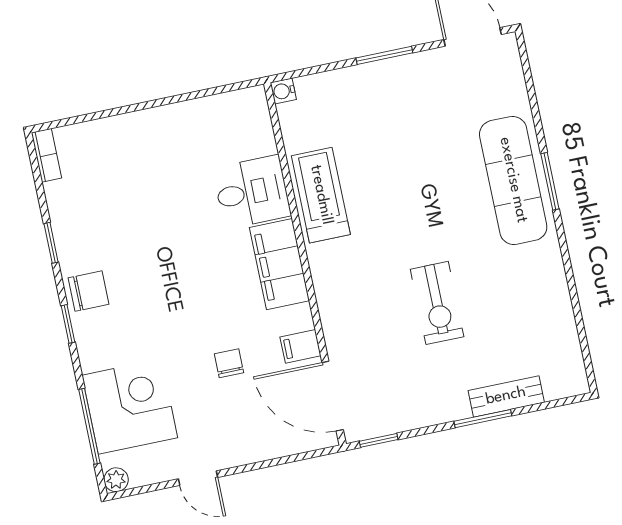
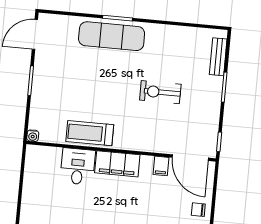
exercise bike: (437, 303) -> (160, 92), turned 180
chair: (229, 363) -> (198, 210), moved
door: (333, 396) -> (190, 158), hinge flipped
bench: (506, 396) -> (218, 57), moved

